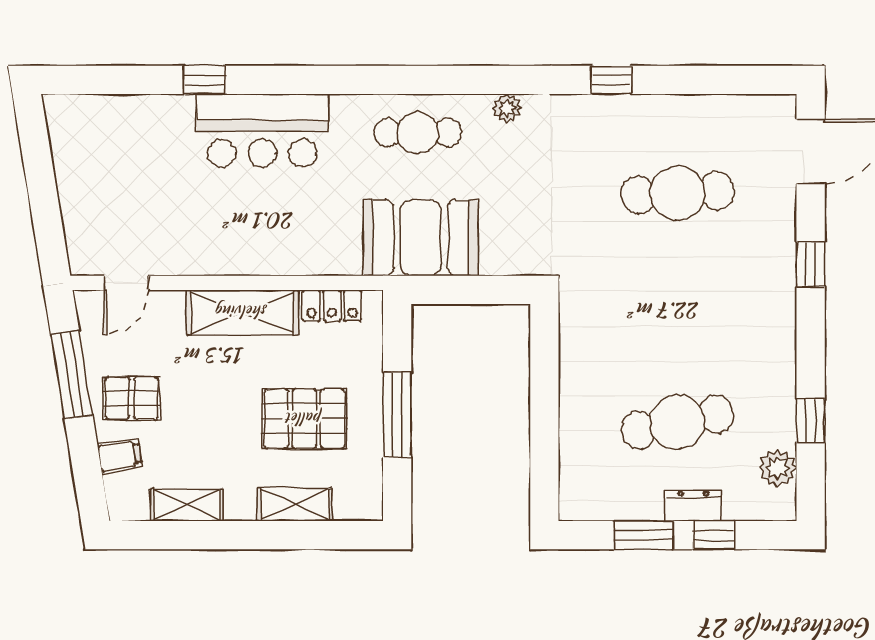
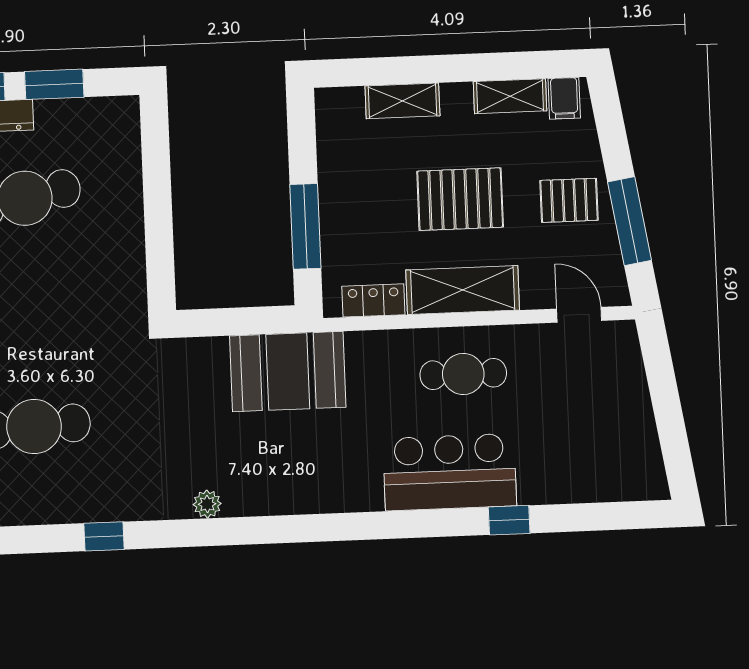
cafe table: (418, 133) -> (463, 374), moved
door: (126, 283) -> (579, 315), hinge flipped
window: (397, 415) -> (305, 226), moved
pallet: (304, 419) -> (460, 199), moved
filing cabinet: (120, 456) -> (564, 98), moved, turned -81

